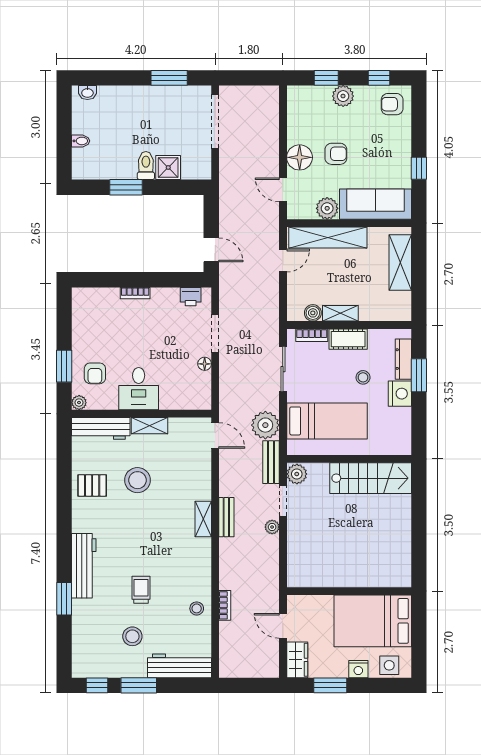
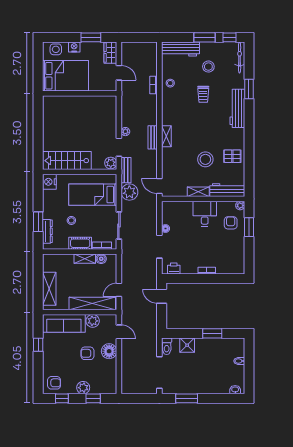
toilet: (146, 166) -> (167, 346), moved
nightstand: (400, 394) -> (49, 182), moved
bicycle: (80, 652) -> (240, 58), added

